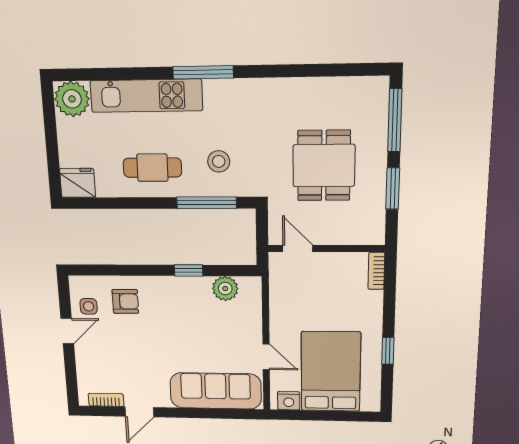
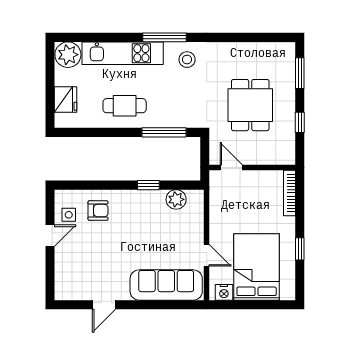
window: (395, 120) -> (300, 73), width x0.69
stool: (219, 161) -> (187, 60), moved
fridge: (78, 183) -> (66, 100), moved, turned 90
window: (393, 189) -> (300, 122), width x0.67
bookcase: (376, 271) -> (290, 193), width x1.56
bookcase: (106, 400) -> (77, 295), removed

